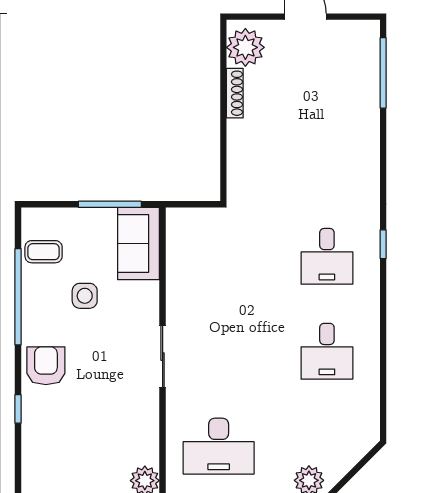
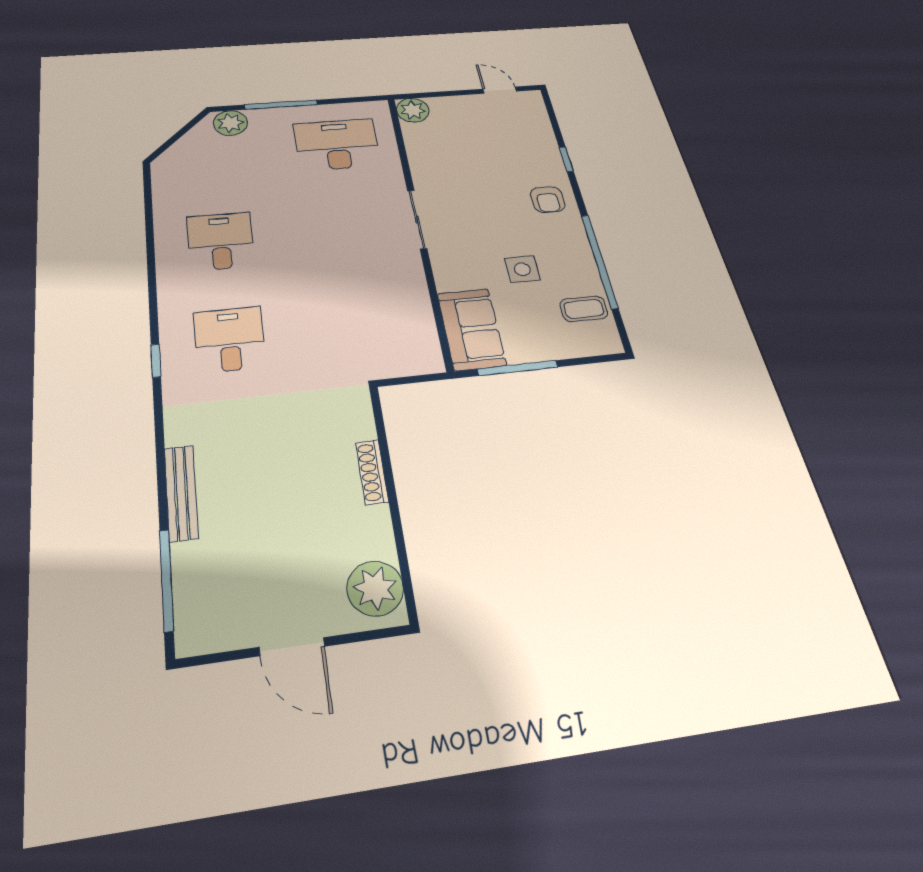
shoe rack: (235, 93) -> (372, 472), moved
bench: (370, 134) -> (181, 493), added
armchair: (46, 366) -> (548, 200), width x0.72, depth x0.72

